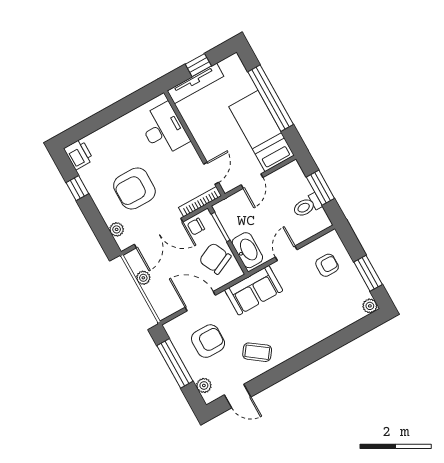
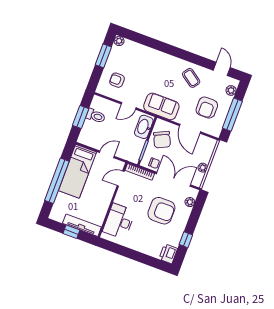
armchair: (208, 341) -> (207, 108), turned -90

